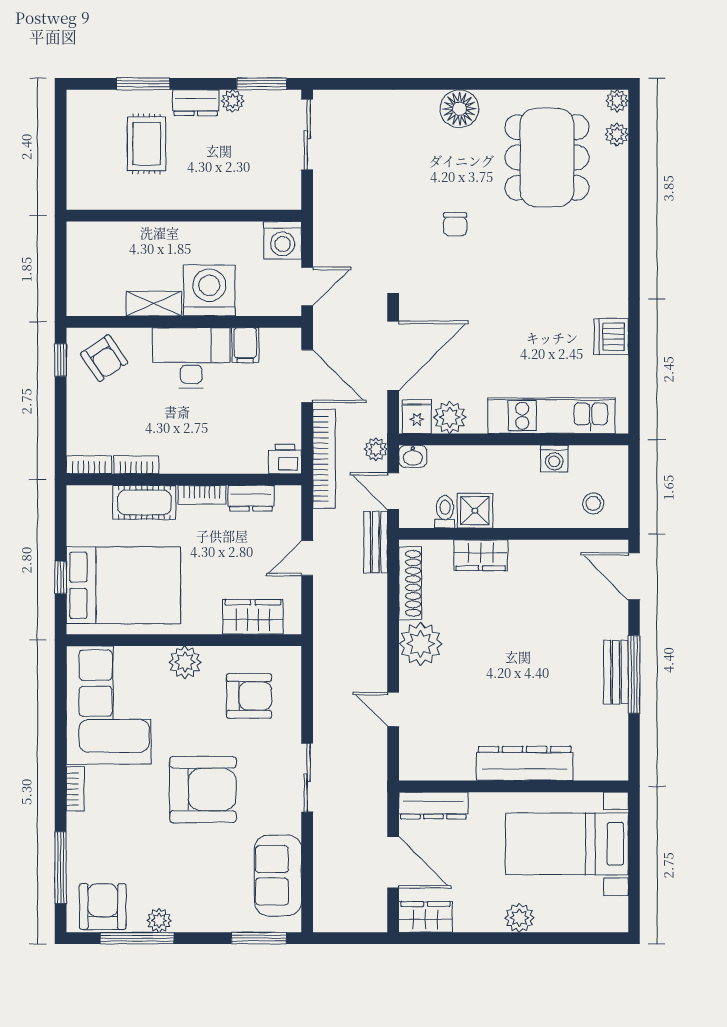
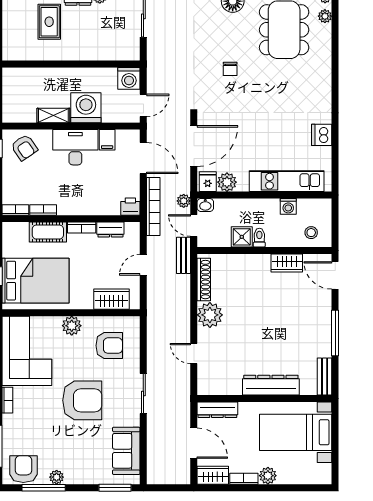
toilet: (445, 512) -> (259, 238), moved
wardrobe: (481, 555) -> (287, 263), moved
bench: (616, 672) -> (325, 376), moved
bookcase: (478, 923) -> (244, 479), added

